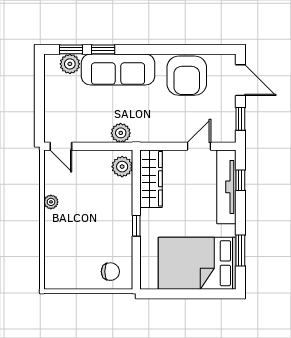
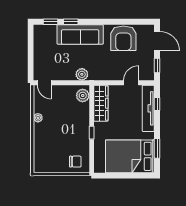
plant: (70, 64) -> (50, 31), removed

